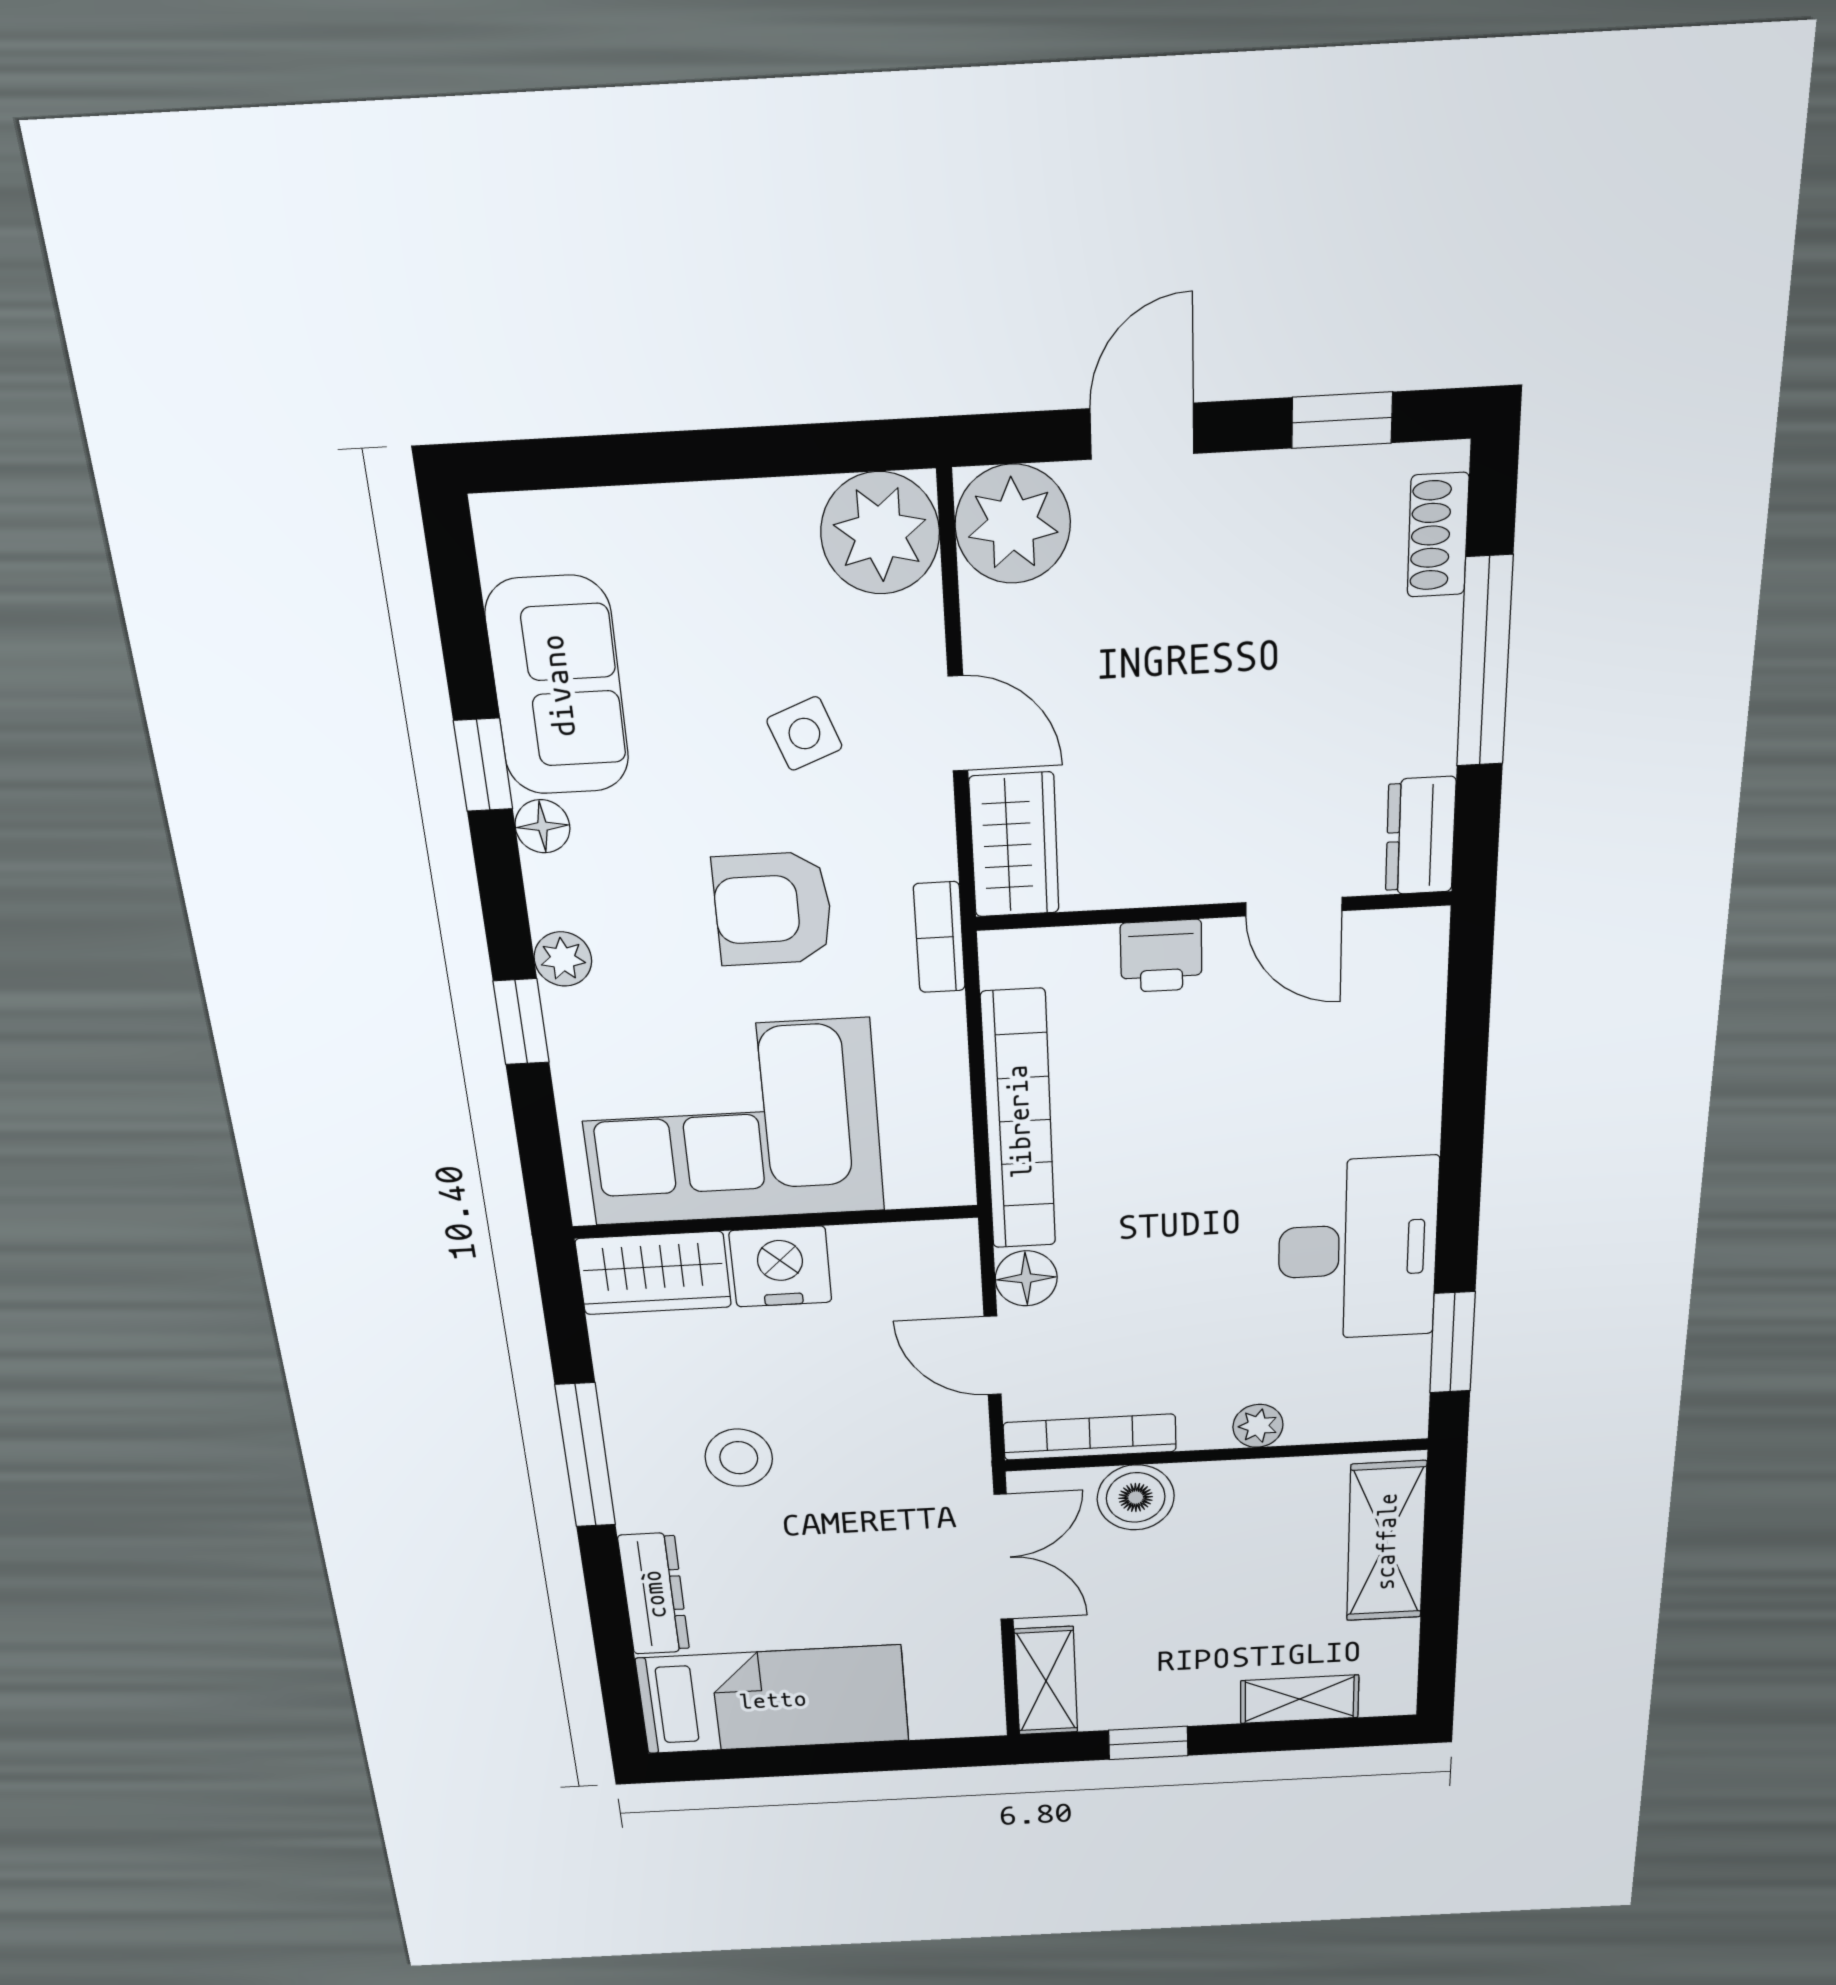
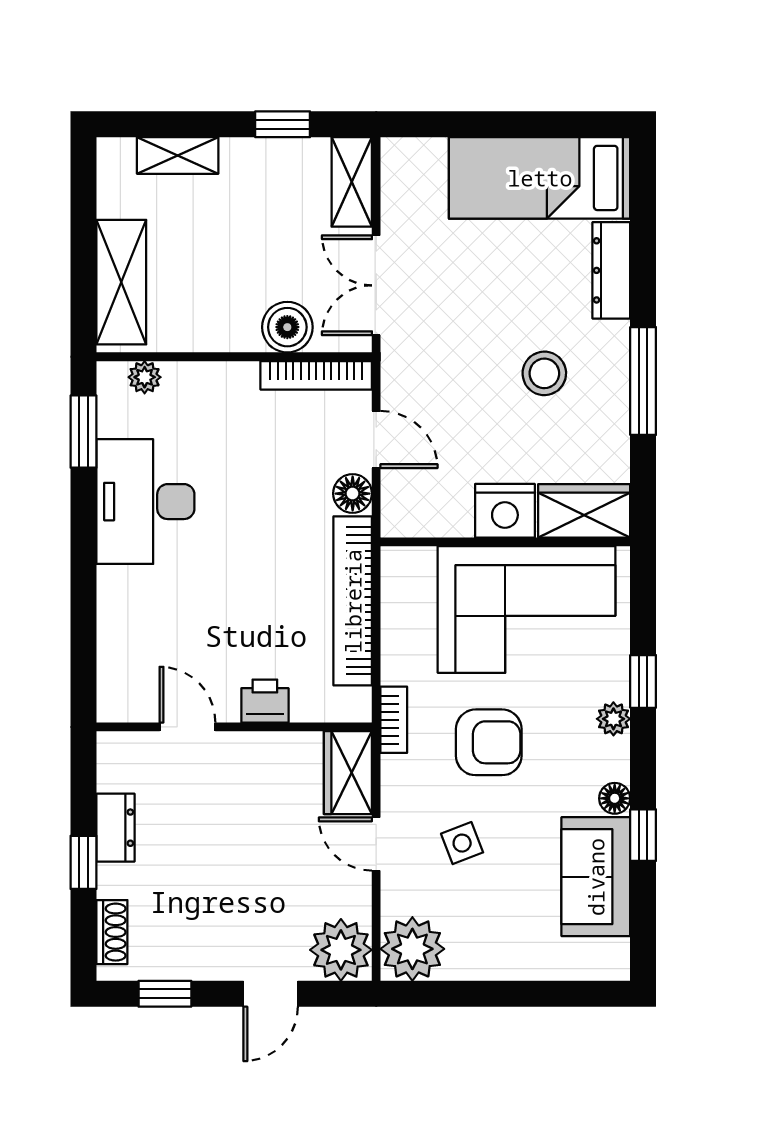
window: (1485, 662) -> (83, 862), width x0.46
dresser: (1421, 836) -> (115, 828), moved
plant: (1258, 1426) -> (145, 377), moved

